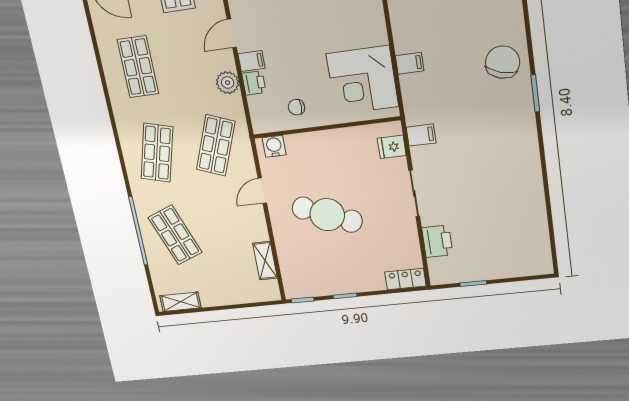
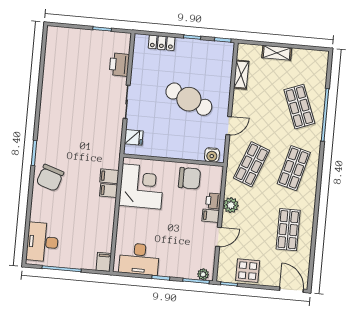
chair: (297, 107) -> (189, 178), width x1.87, depth x1.87
filing cabinet: (421, 135) -> (109, 176), moved
locker: (405, 279) -> (162, 43), moved
shelving: (180, 302) -> (277, 53), moved

